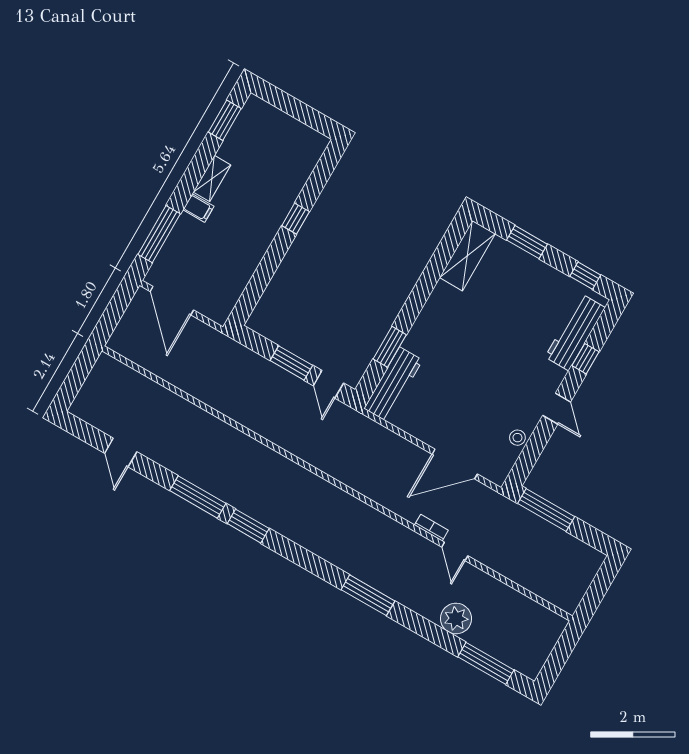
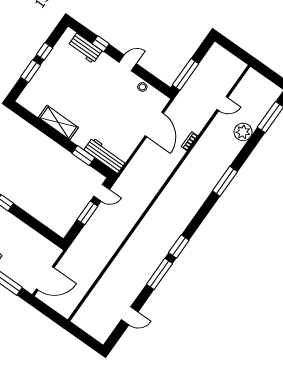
shelving: (467, 256) -> (58, 122), moved
window: (585, 276) -> (45, 51), moved
workbench: (575, 332) -> (85, 48), width x0.73
door: (455, 551) -> (222, 103), moved

